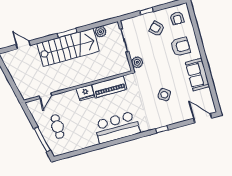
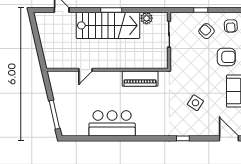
plant: (137, 62) -> (176, 61), removed
fridge: (85, 93) -> (113, 78), removed
door: (45, 96) -> (86, 70), moved
cafe table: (57, 127) -> (74, 106), removed
bar counter: (117, 127) -> (112, 123), moved

